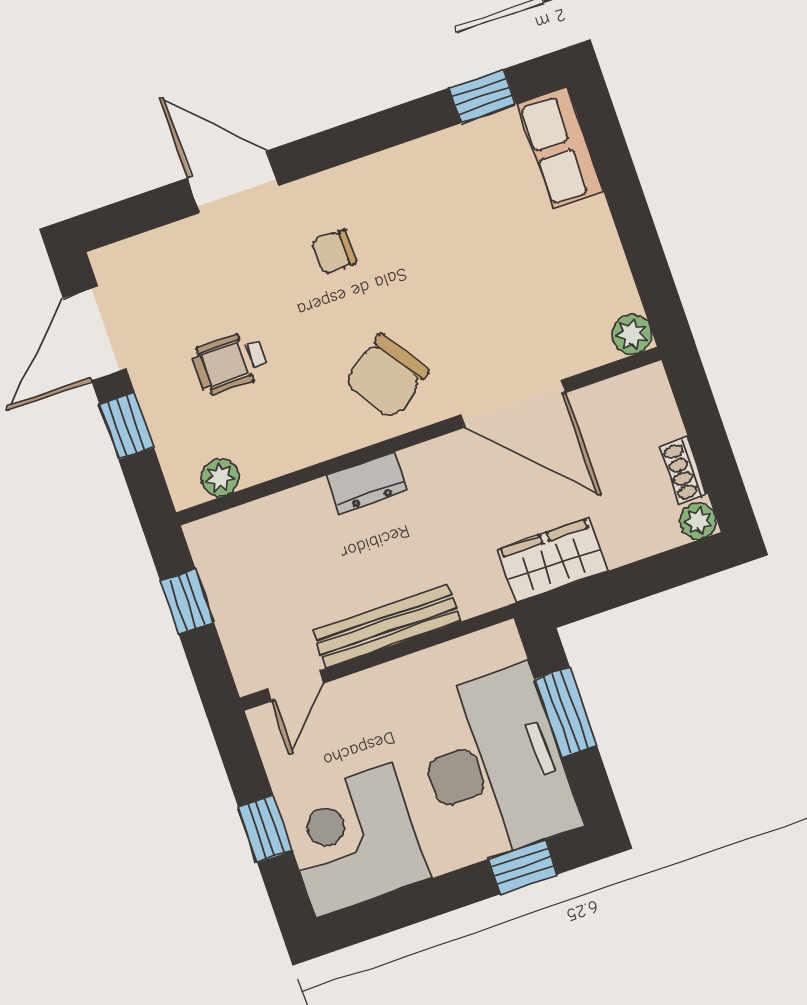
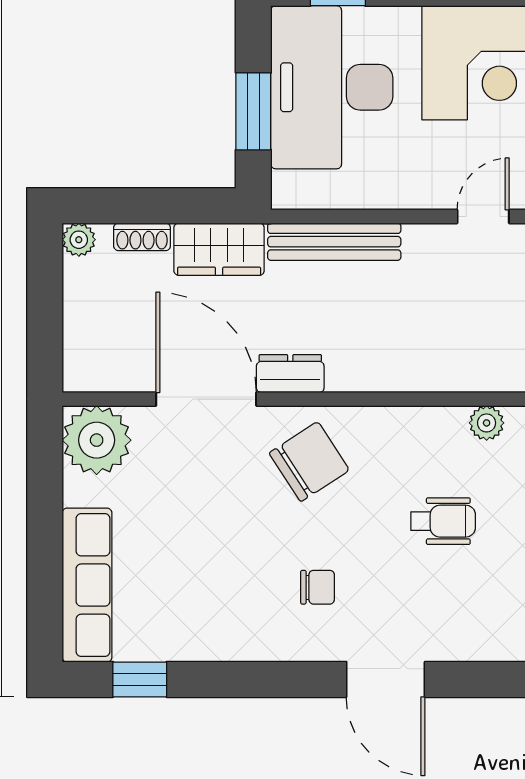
row of seats: (560, 148) -> (87, 585), width x1.48
plant: (632, 335) -> (97, 440), width x1.88, depth x1.88
shoe rack: (684, 471) -> (142, 237), moved, turned 90
dresser: (367, 483) -> (290, 374), moved
bench: (387, 626) -> (334, 242), moved

